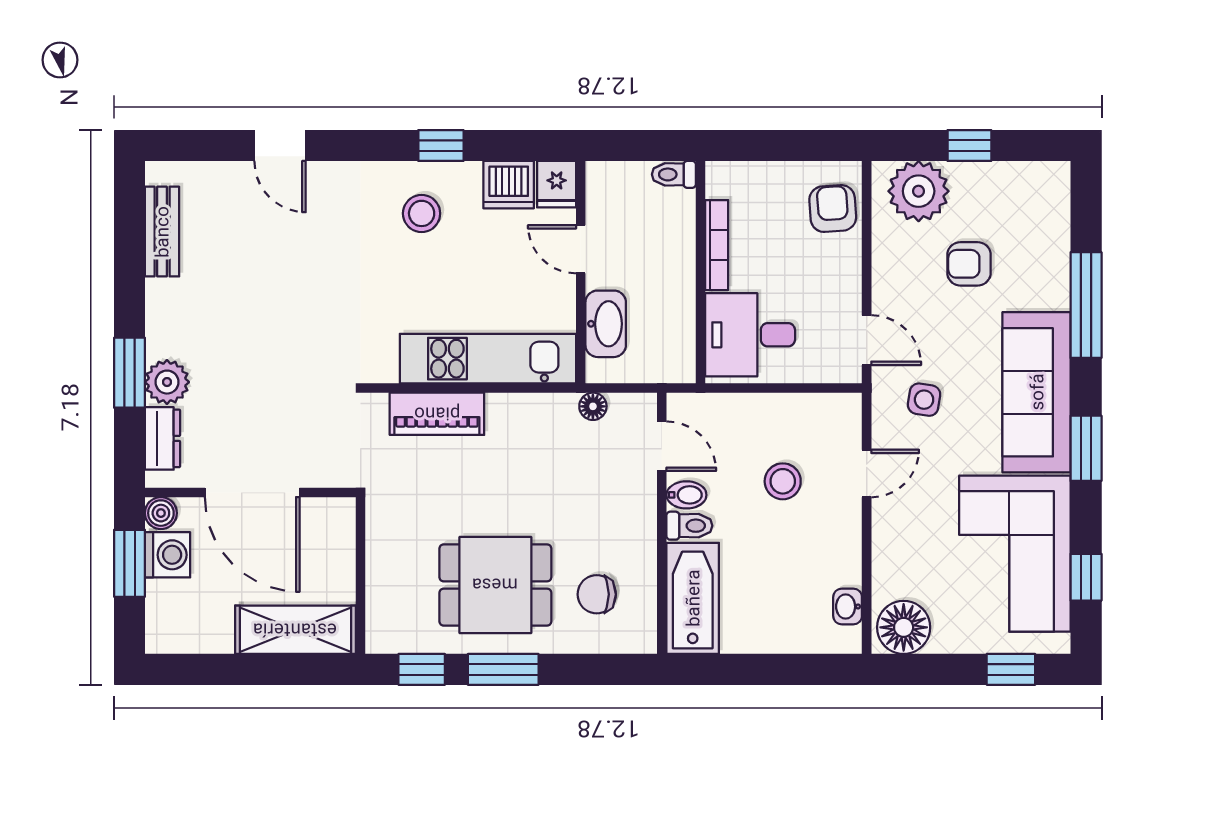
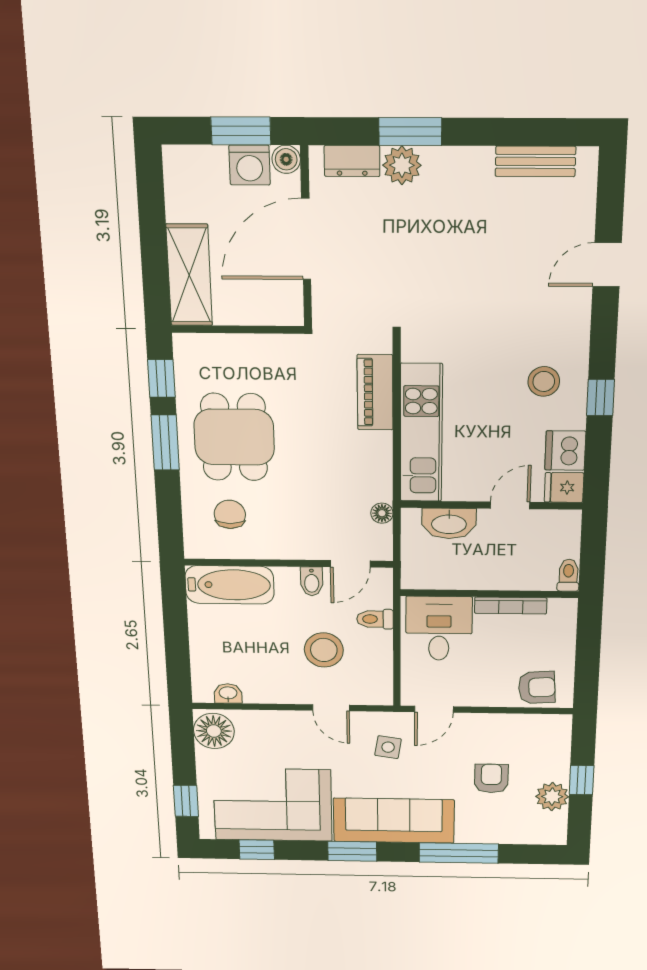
plant: (919, 191) -> (552, 797), moved, width x0.73, depth x0.73
stool: (783, 481) -> (324, 650), width x1.38, depth x1.38
toilet: (689, 526) -> (375, 619), moved, turned 90

